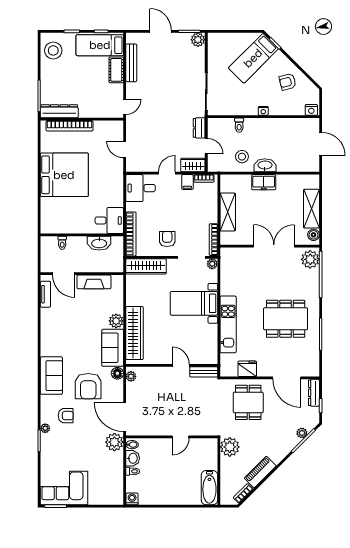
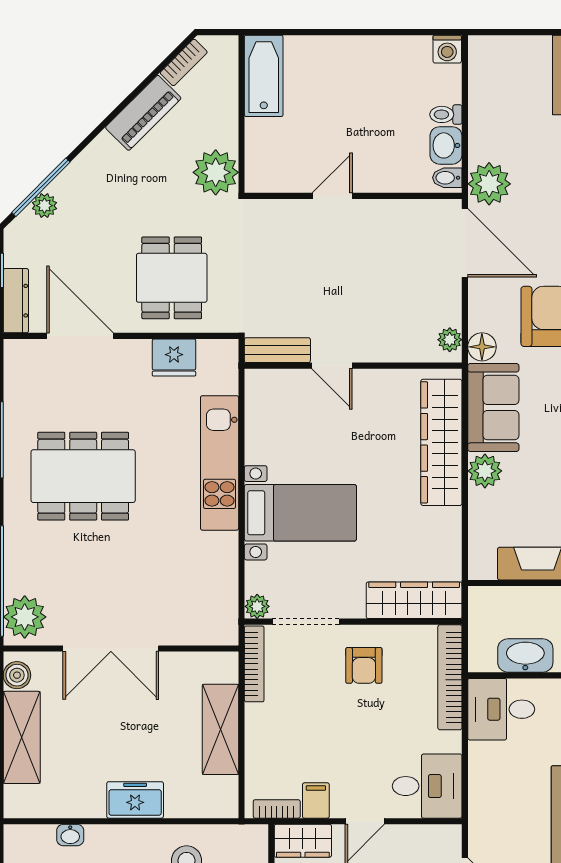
washbasin: (265, 165) -> (70, 835), moved, width x0.52, depth x0.69

